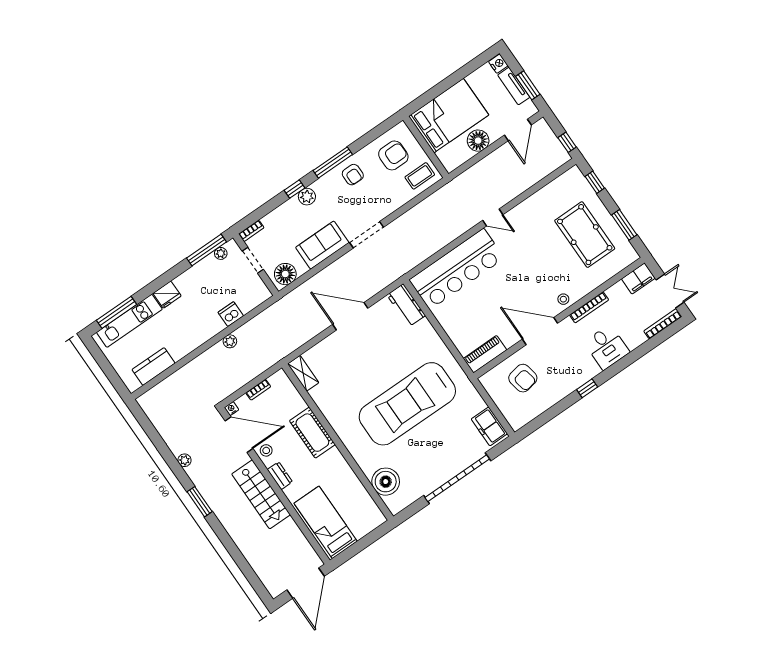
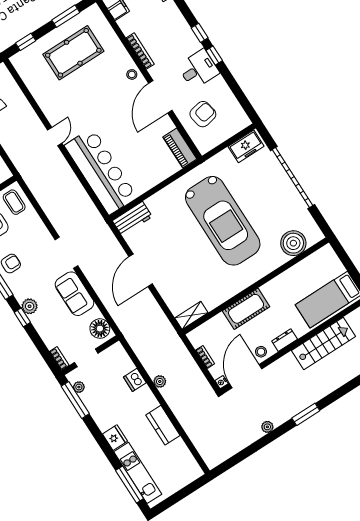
desk: (607, 347) -> (198, 69), moved
kitchen counter: (153, 366) -> (163, 425), moved
window: (611, 372) -> (200, 33), added
stairs: (261, 494) -> (323, 343), moved

